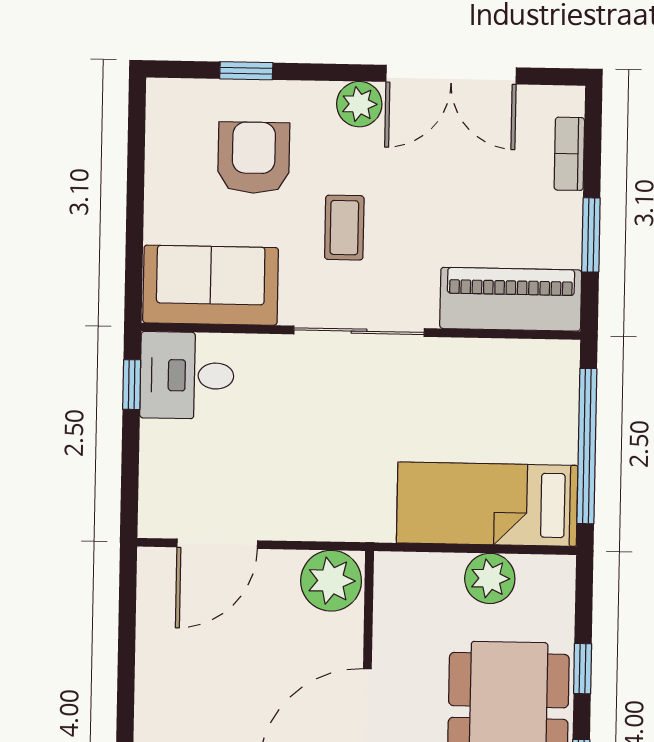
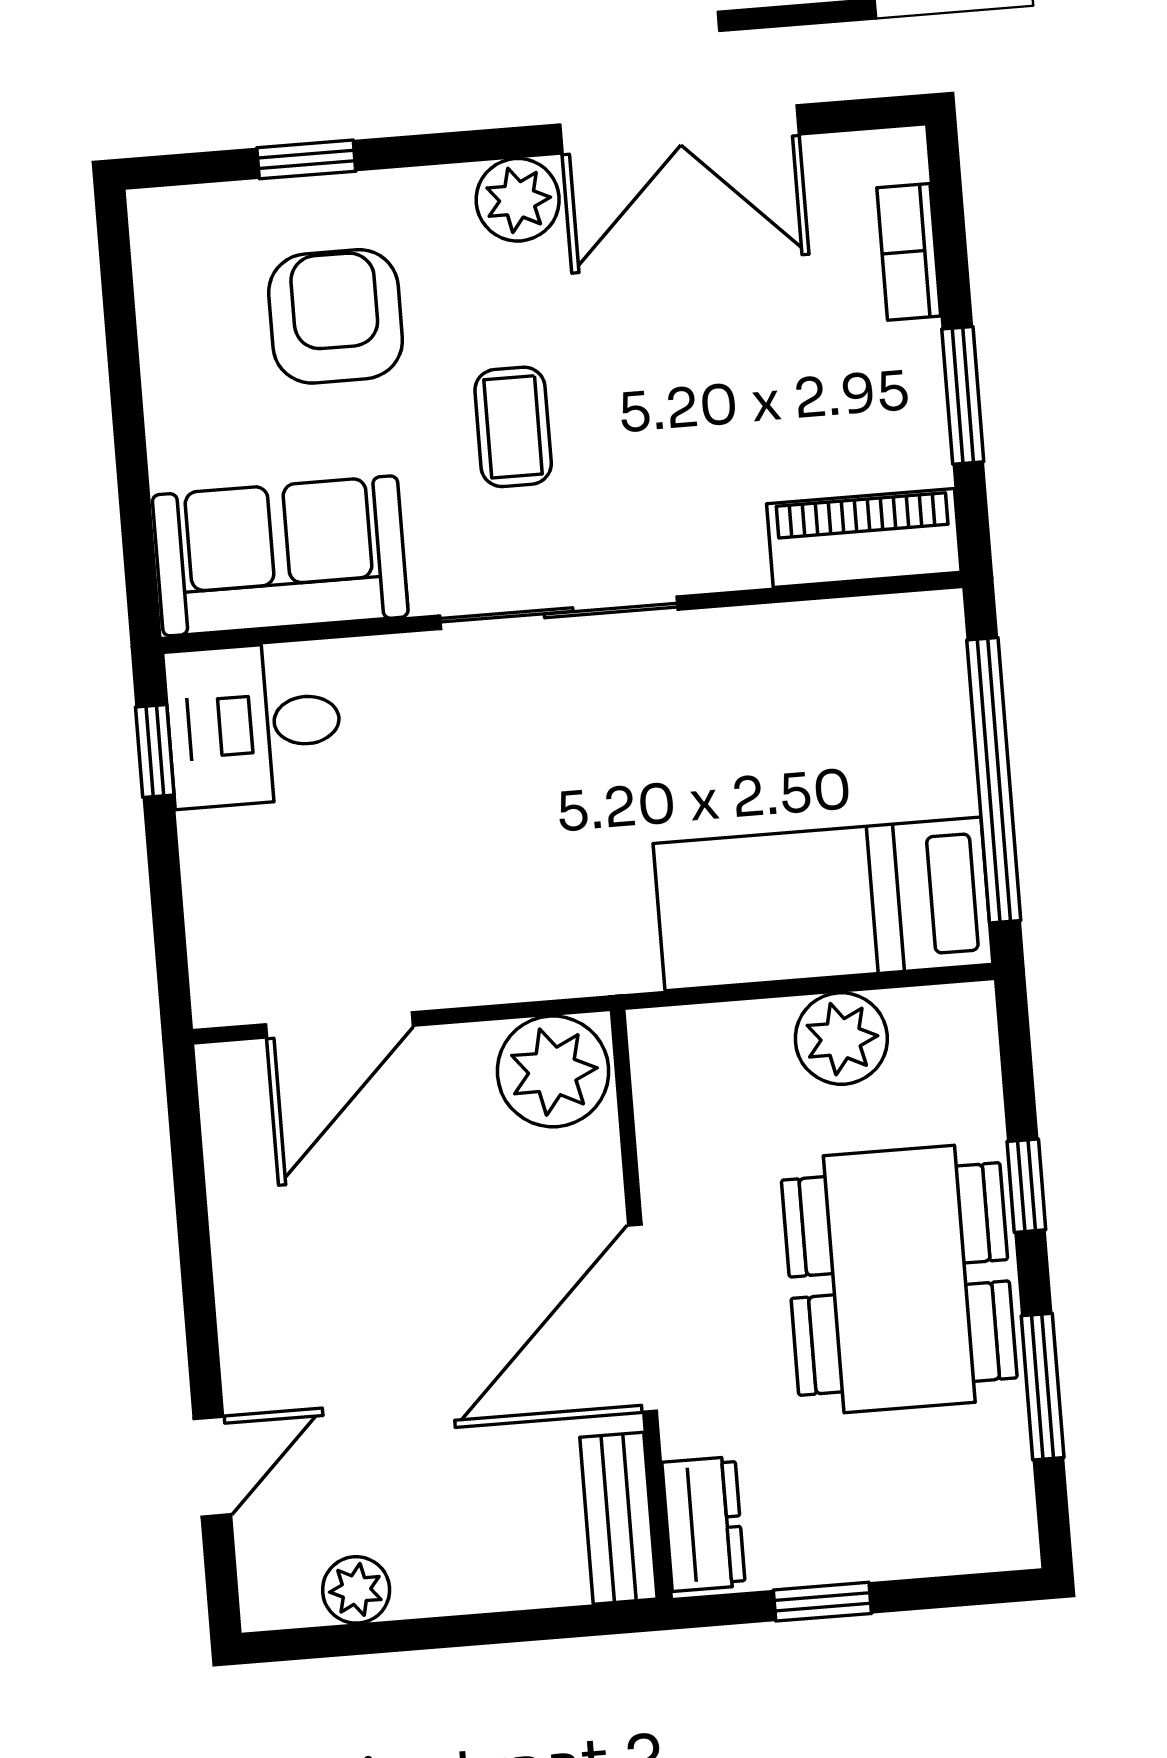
piano: (511, 299) -> (864, 538), width x0.73, depth x0.75

